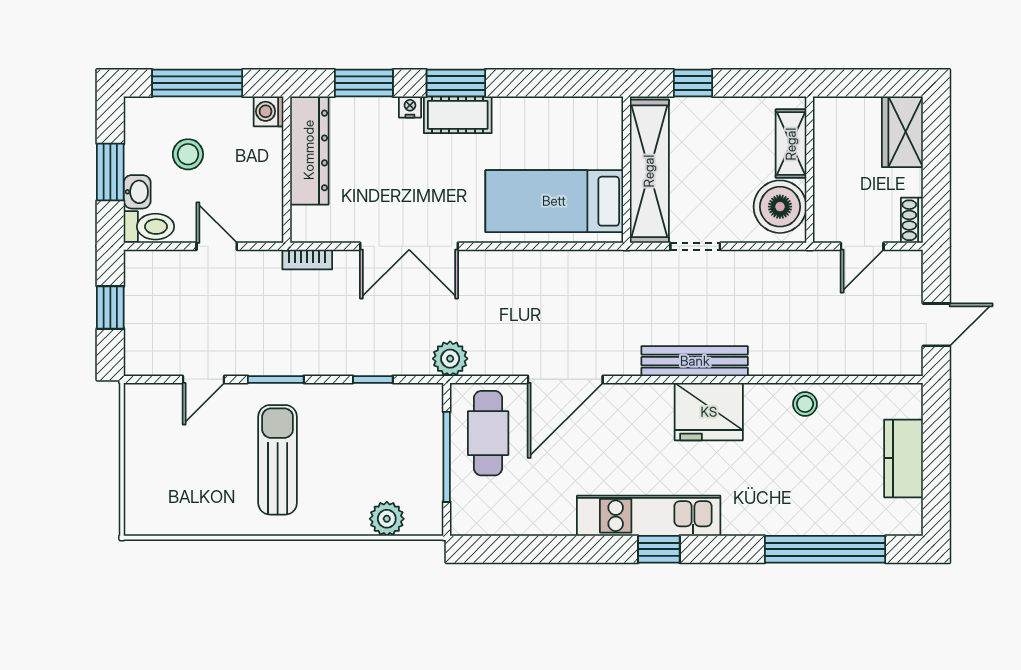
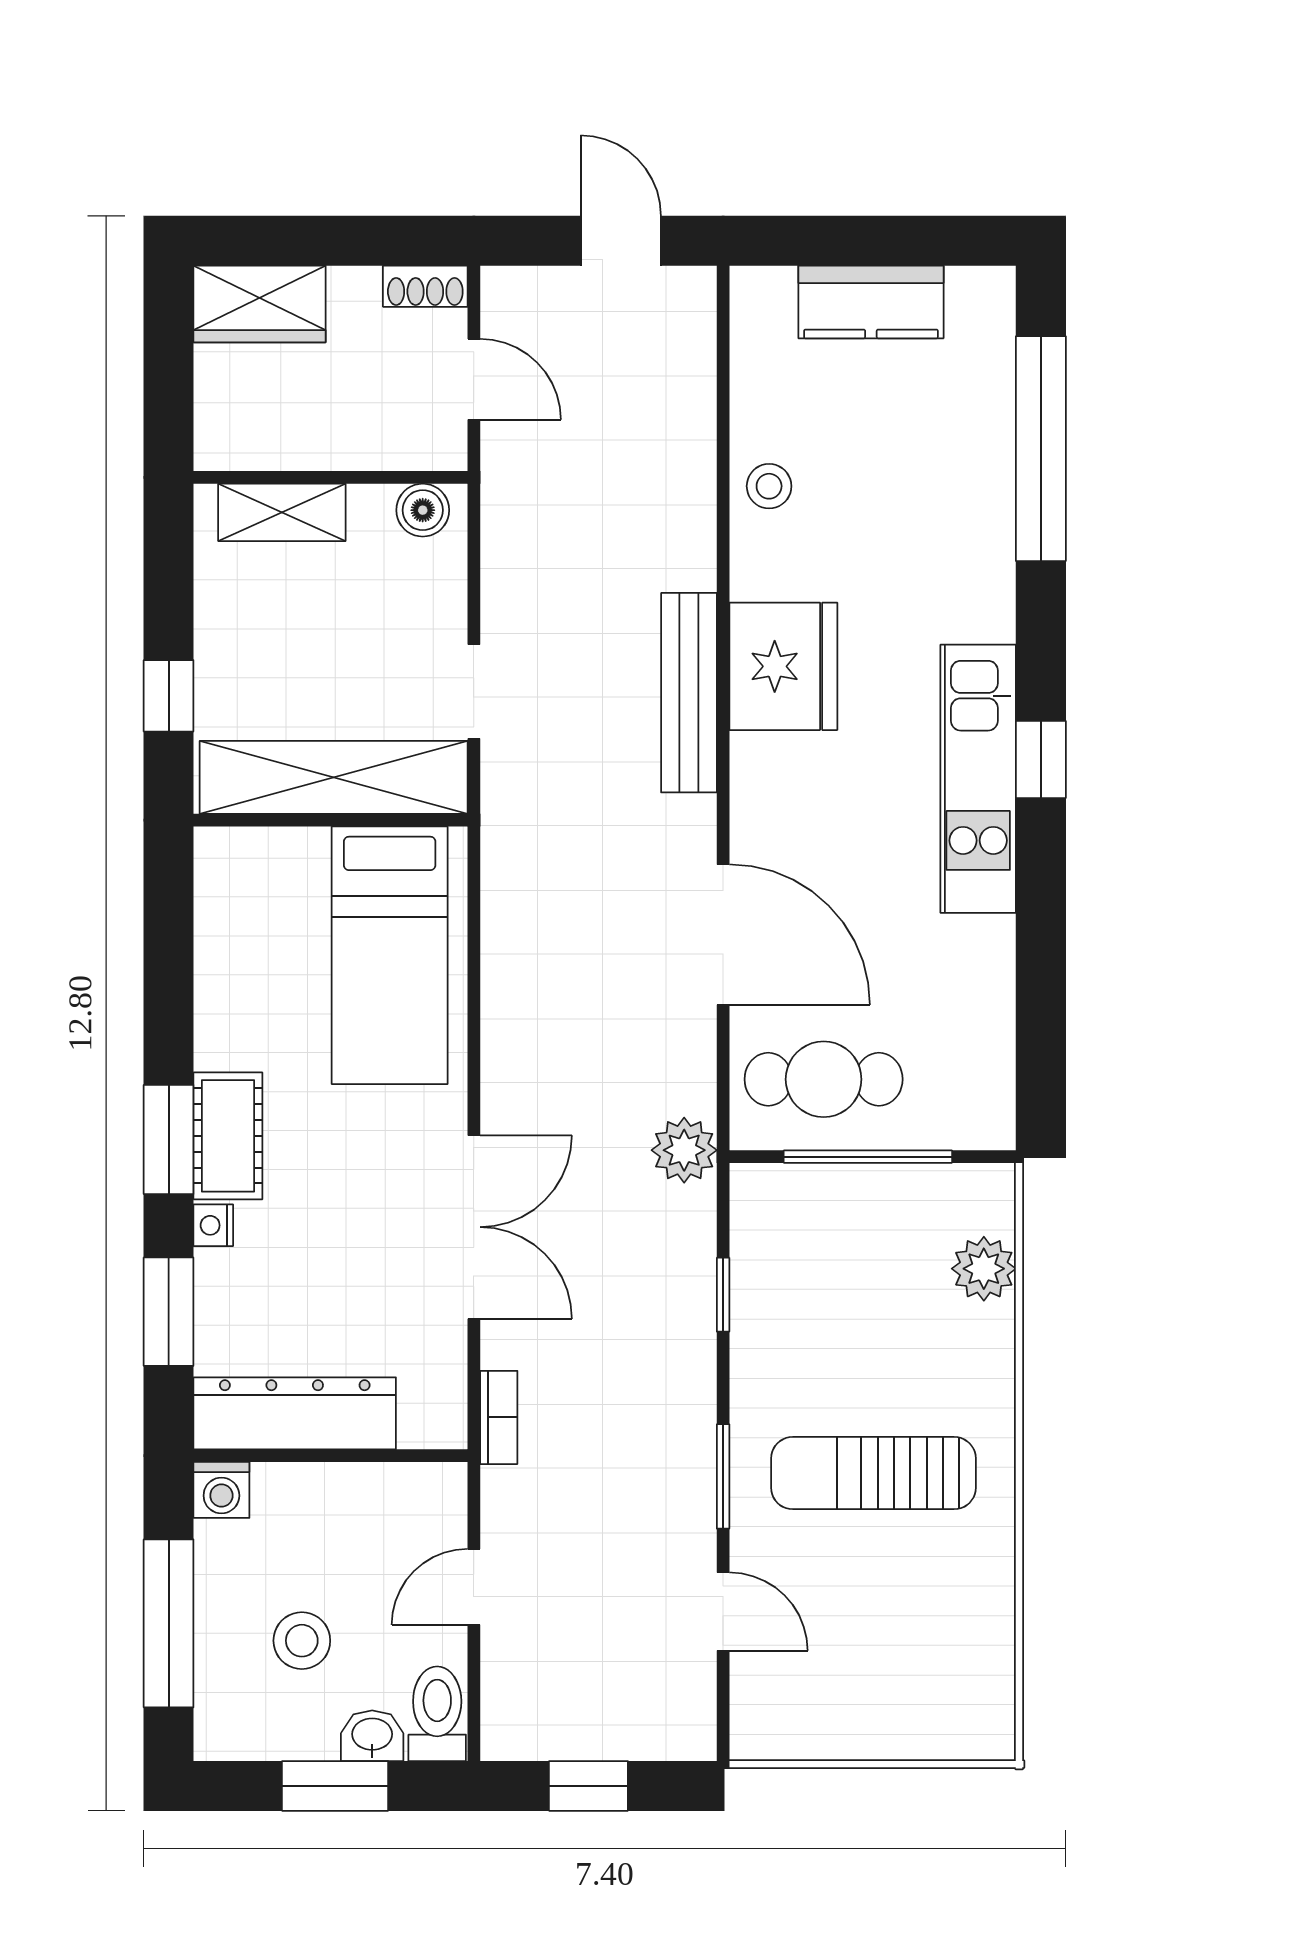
boiler: (780, 207) -> (423, 510), width x0.54, depth x0.54

